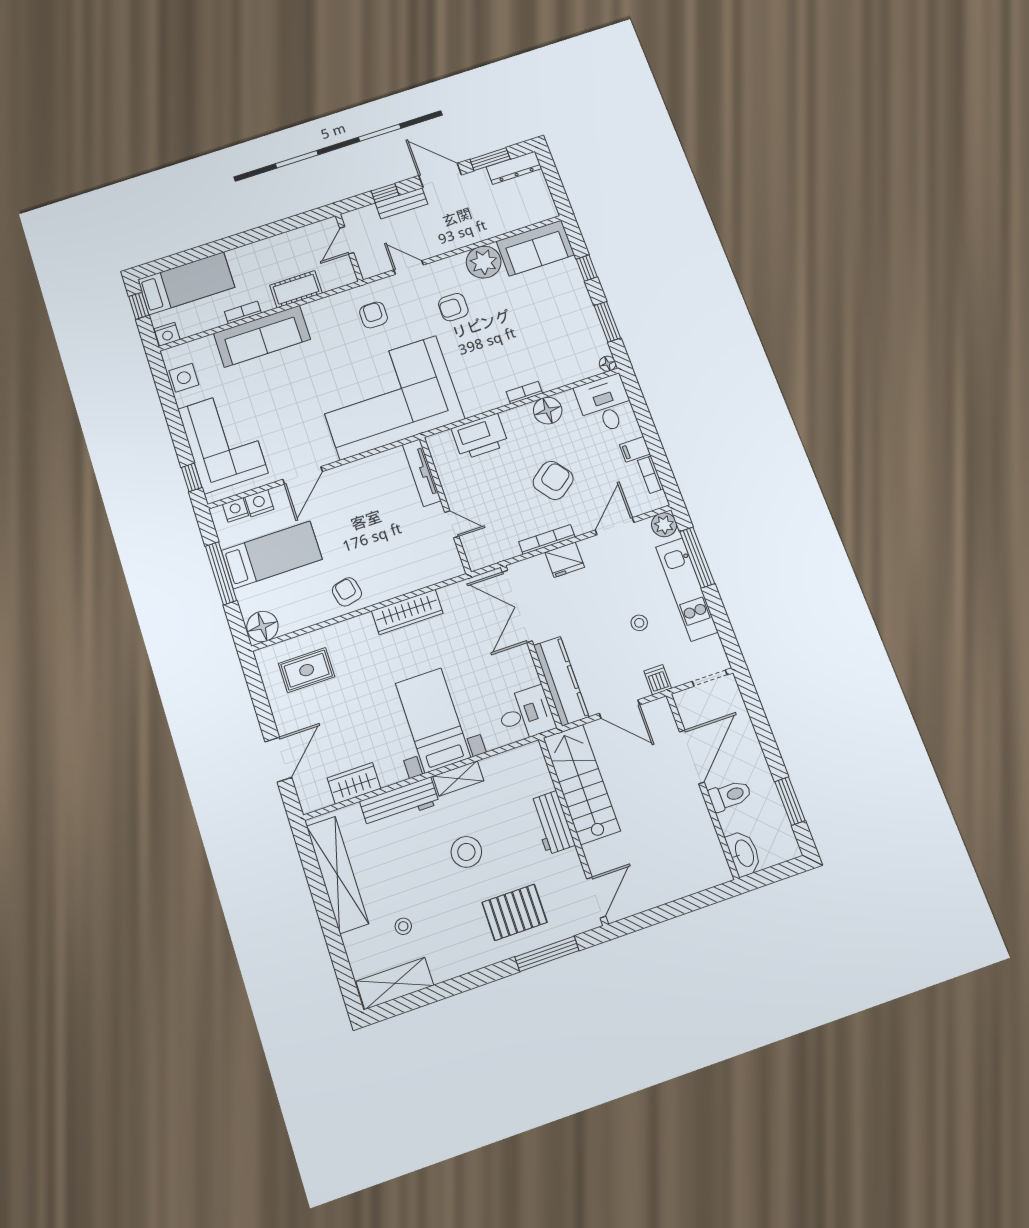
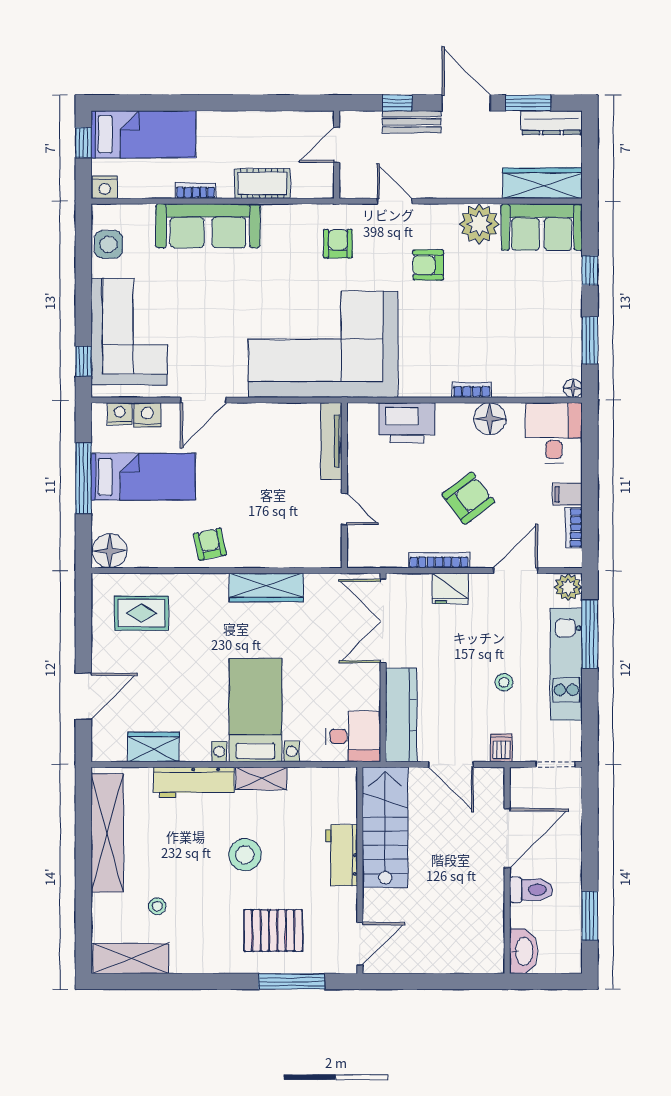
wardrobe: (524, 215) -> (542, 183), added

